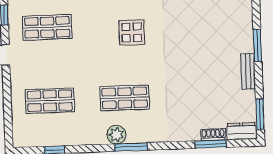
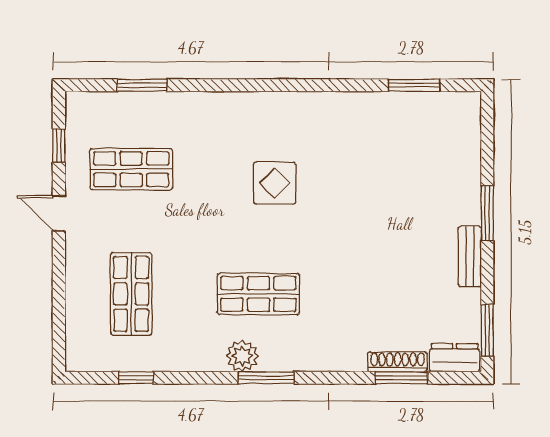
shop shelf: (50, 101) -> (131, 294), turned 90
shoe rack: (213, 135) -> (397, 362), width x1.43

